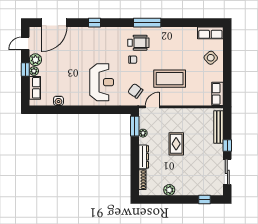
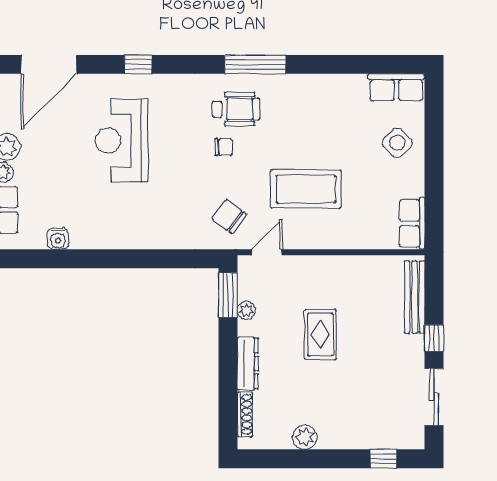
reception desk: (102, 82) -> (122, 141), moved, turned 180

